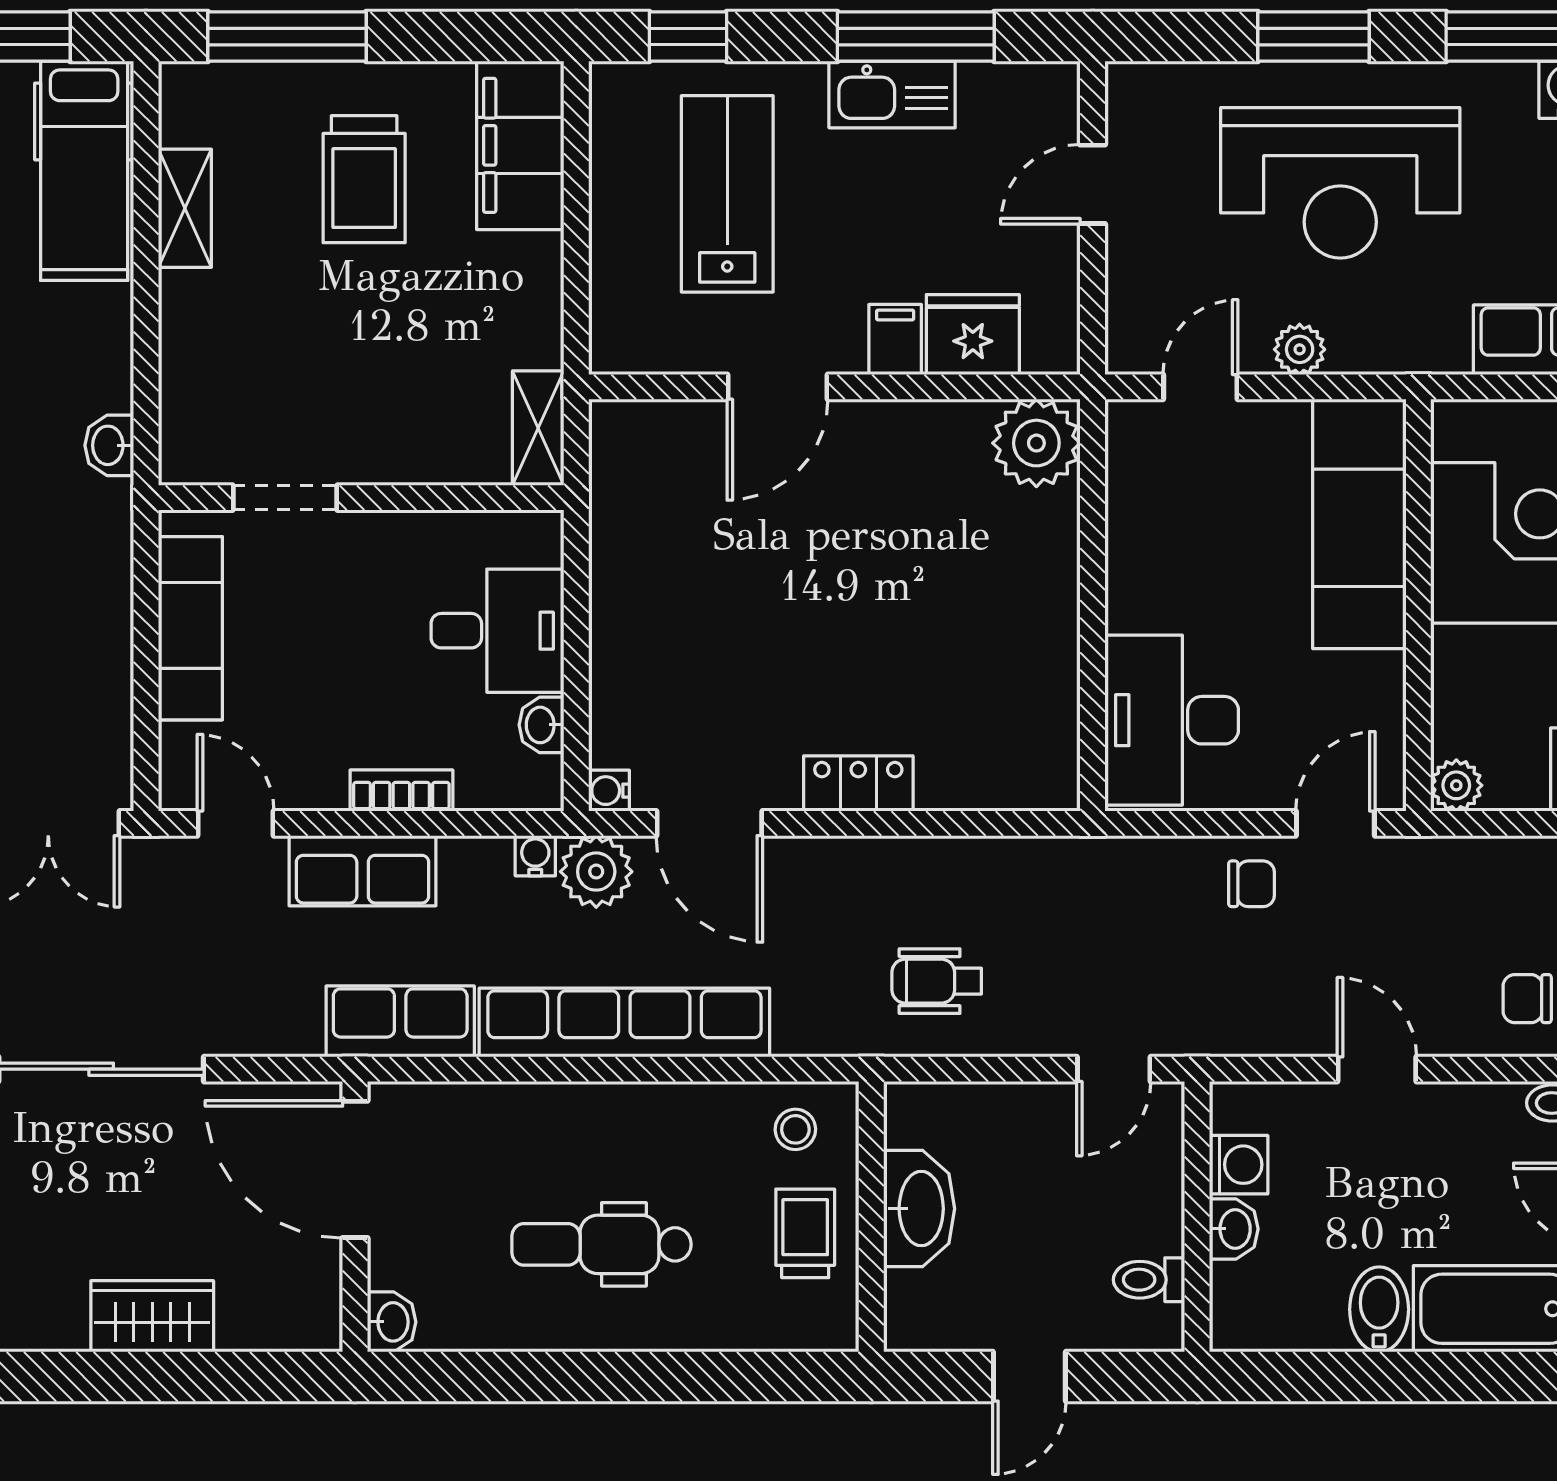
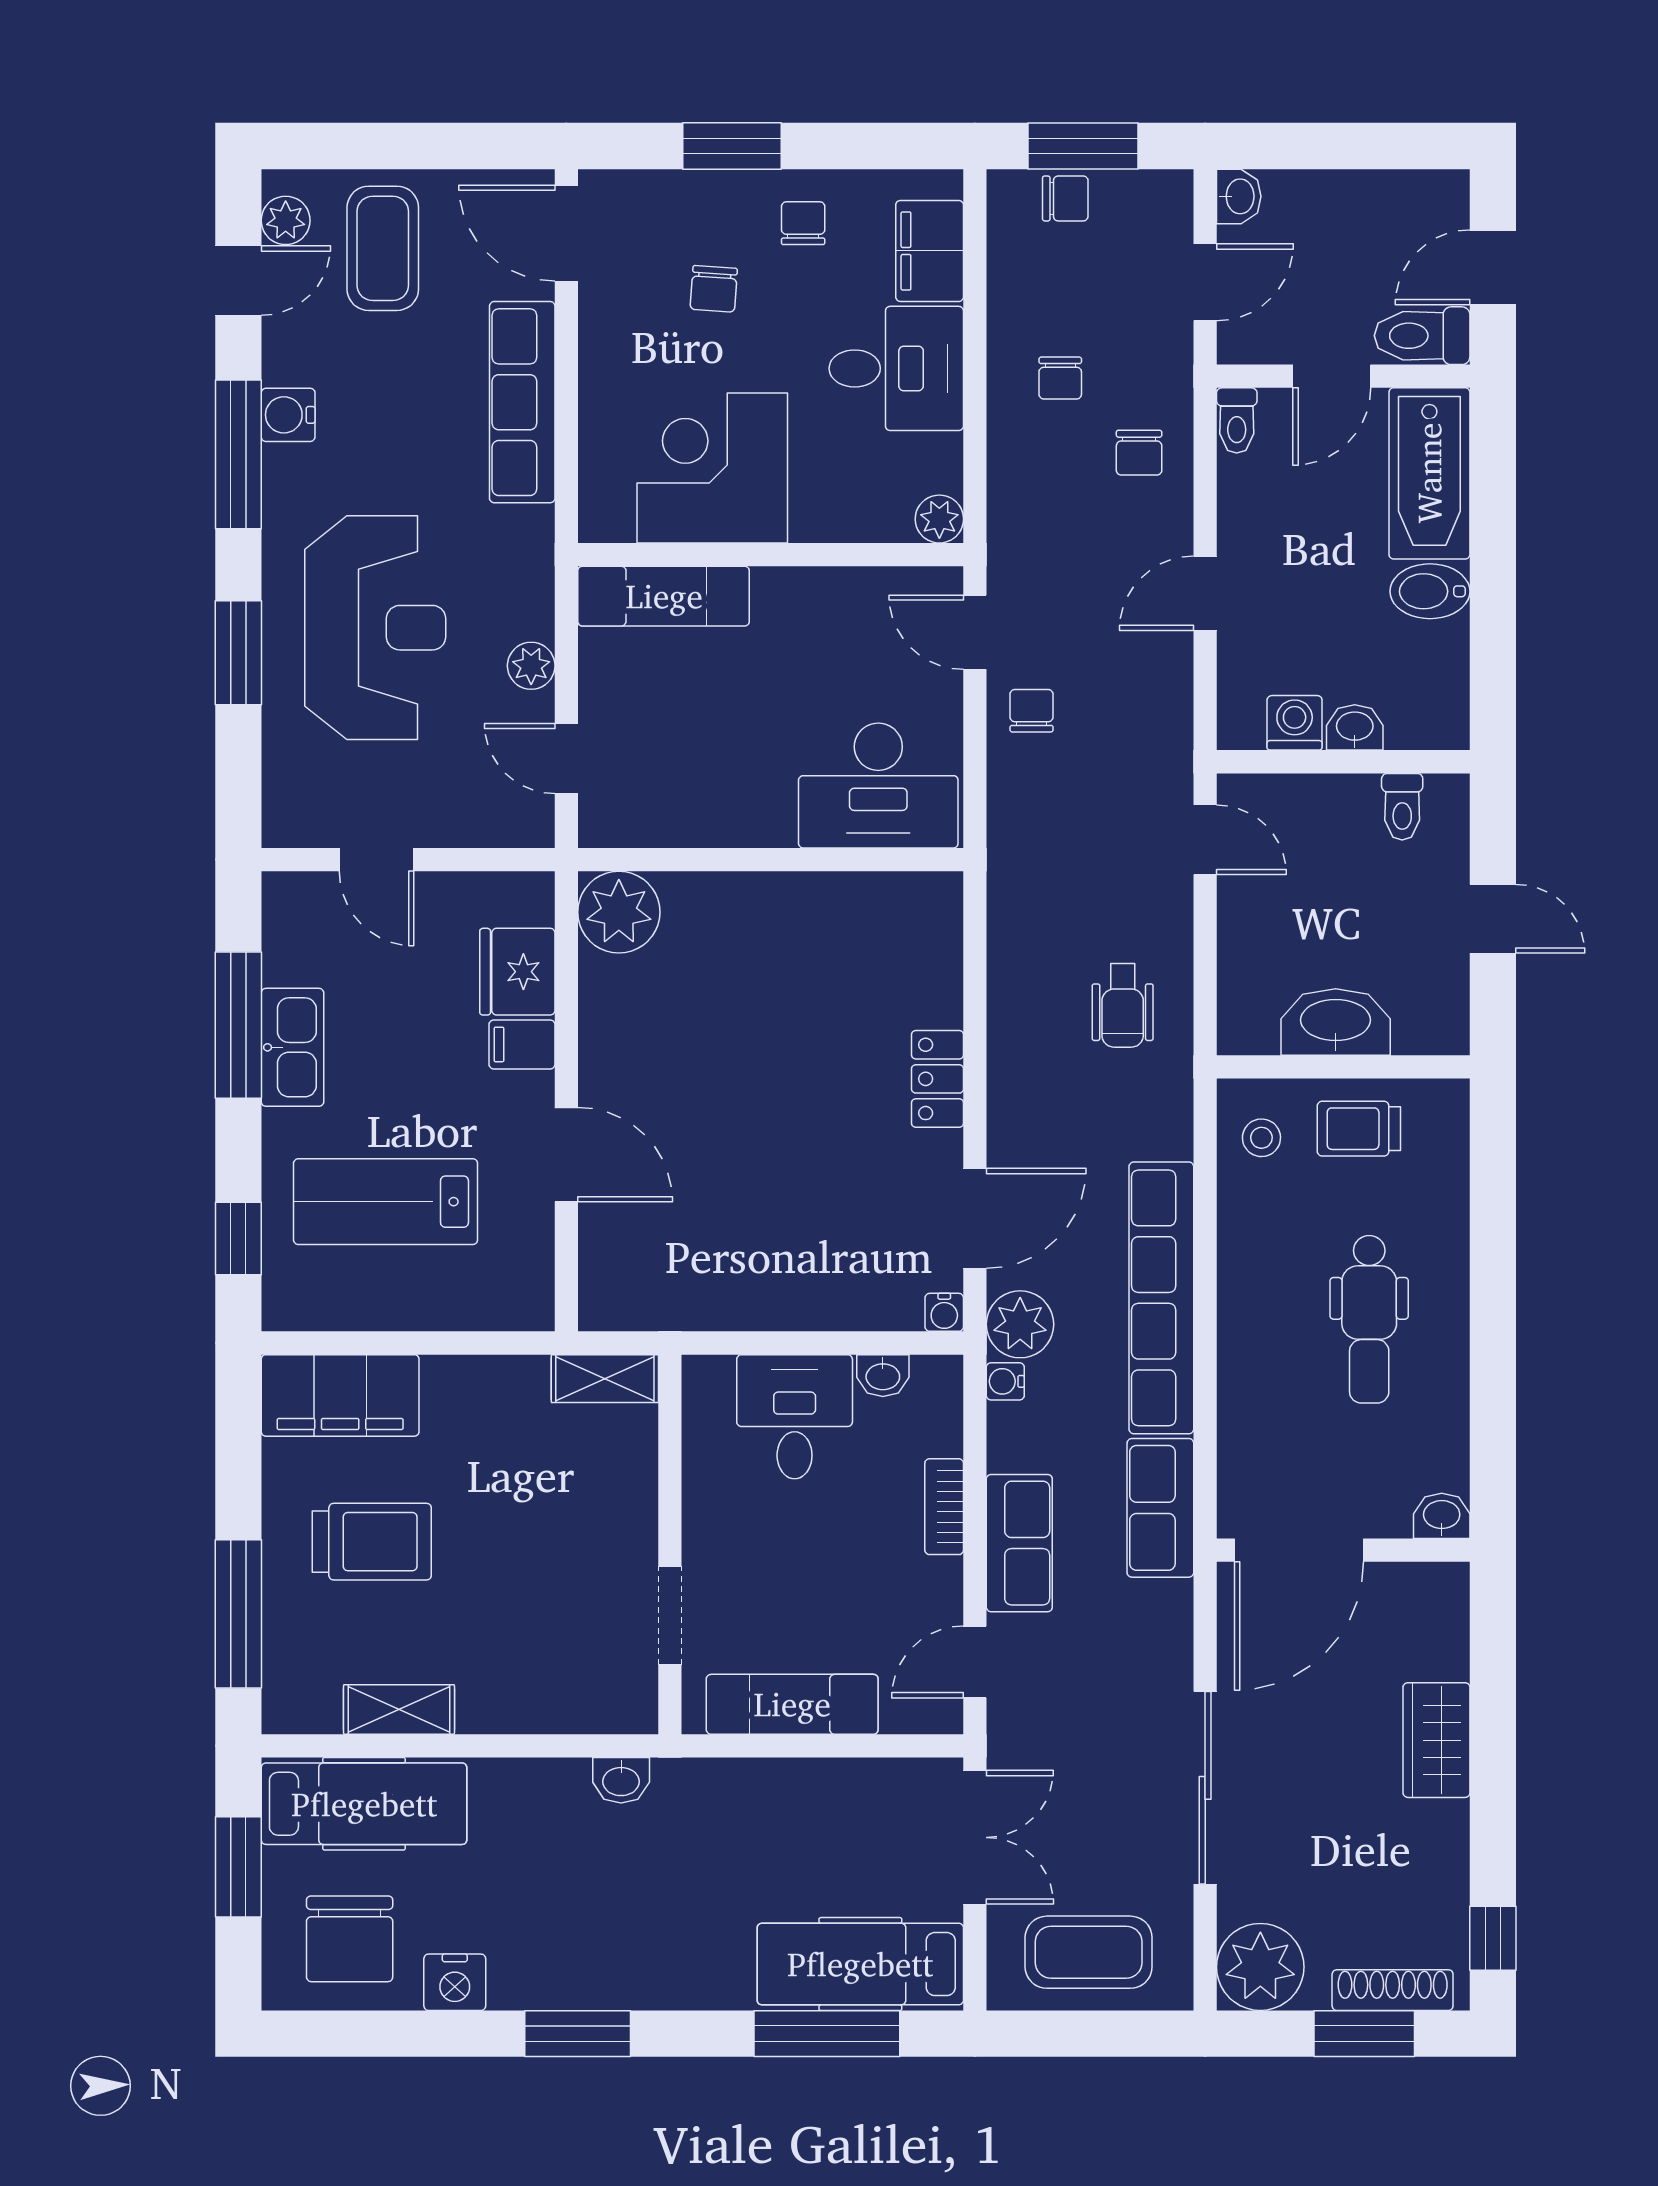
exam couch: (1359, 524) -> (664, 596), width x0.73, depth x0.69

